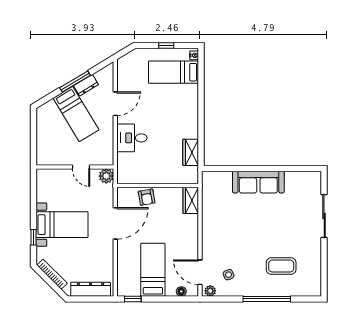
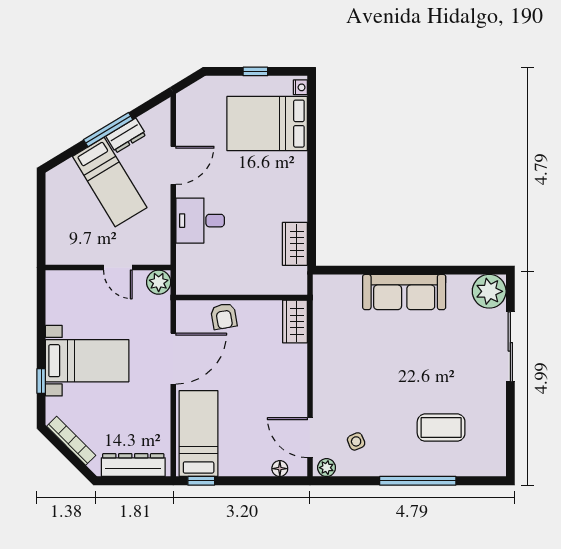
bed: (173, 72) -> (267, 124), width x1.50
plant: (311, 182) -> (489, 291), added
bed: (153, 270) -> (199, 434), moved

